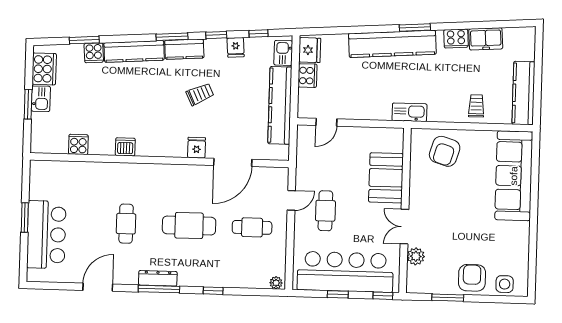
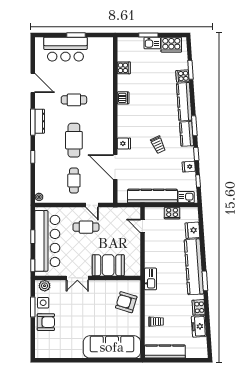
fridge: (310, 50) -> (192, 230), moved, turned 86
double door: (404, 227) -> (77, 278), swing flipped
plant: (416, 256) -> (45, 286), moved
side table: (505, 284) -> (43, 303), moved

